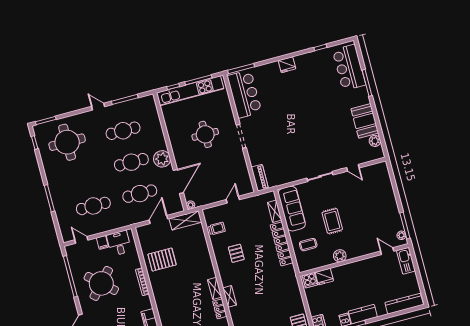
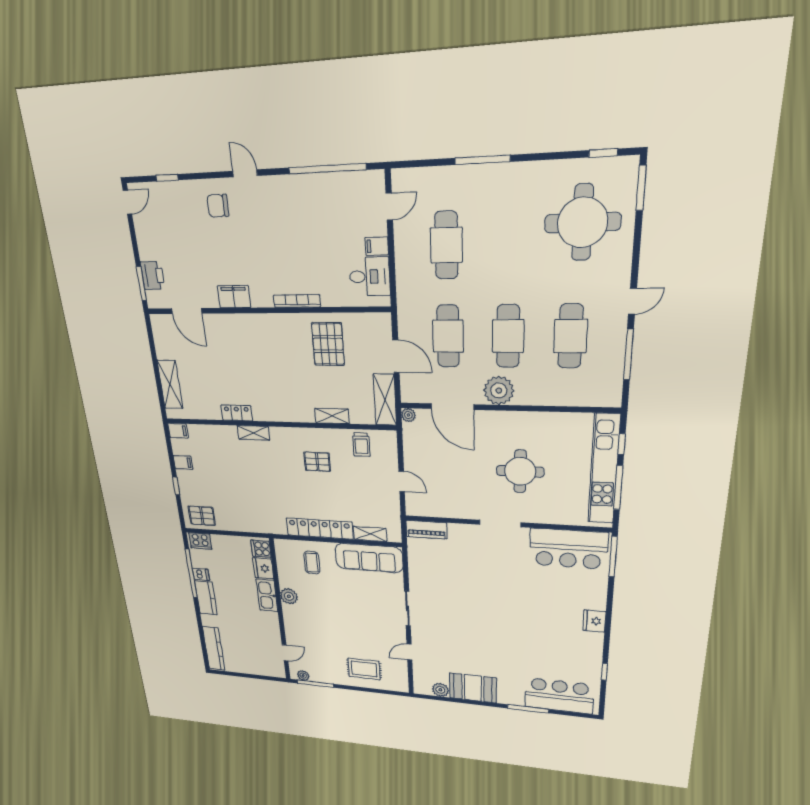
rug: (332, 221) -> (364, 669), moved
kitchen sink: (406, 261) -> (267, 595), moved, turned -90
round table: (101, 283) -> (305, 226), removed
shelving: (215, 288) -> (332, 416), moved

